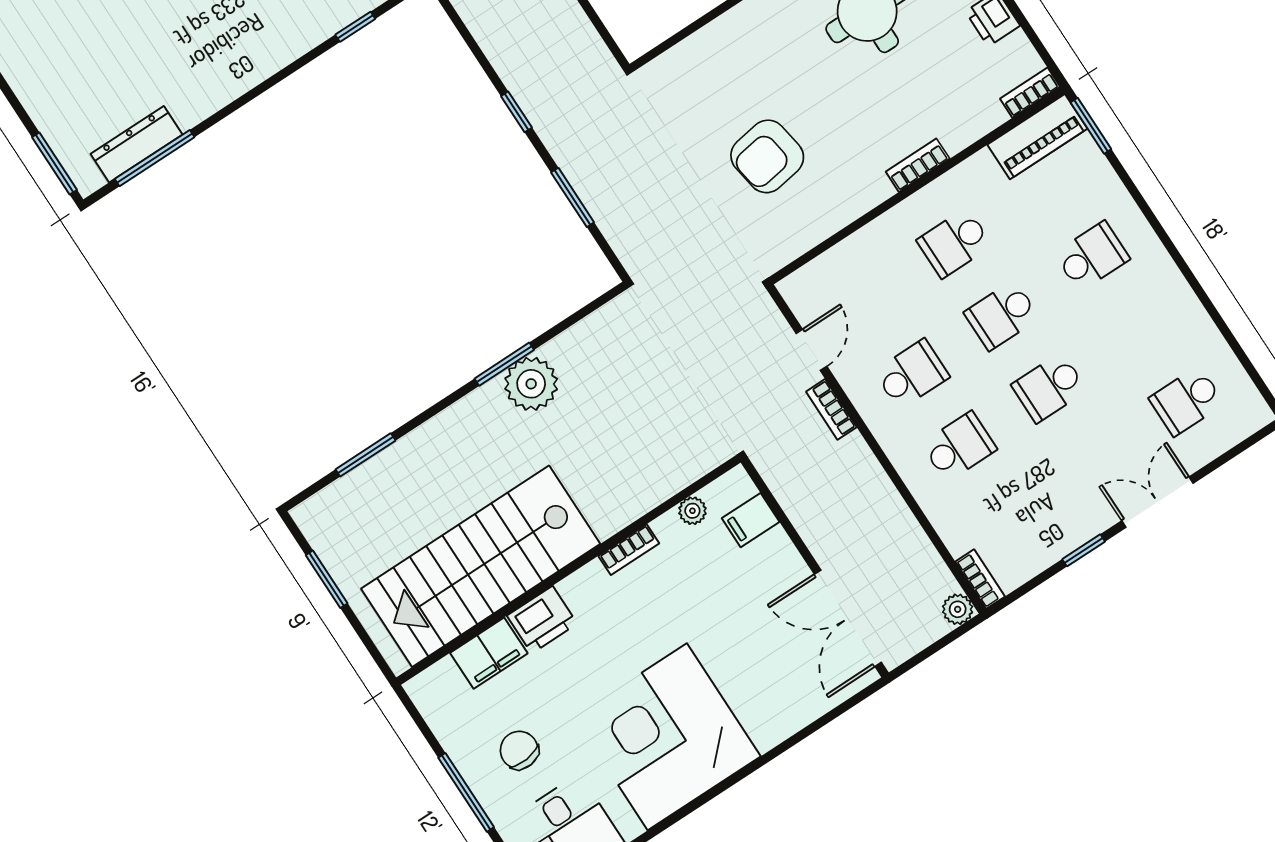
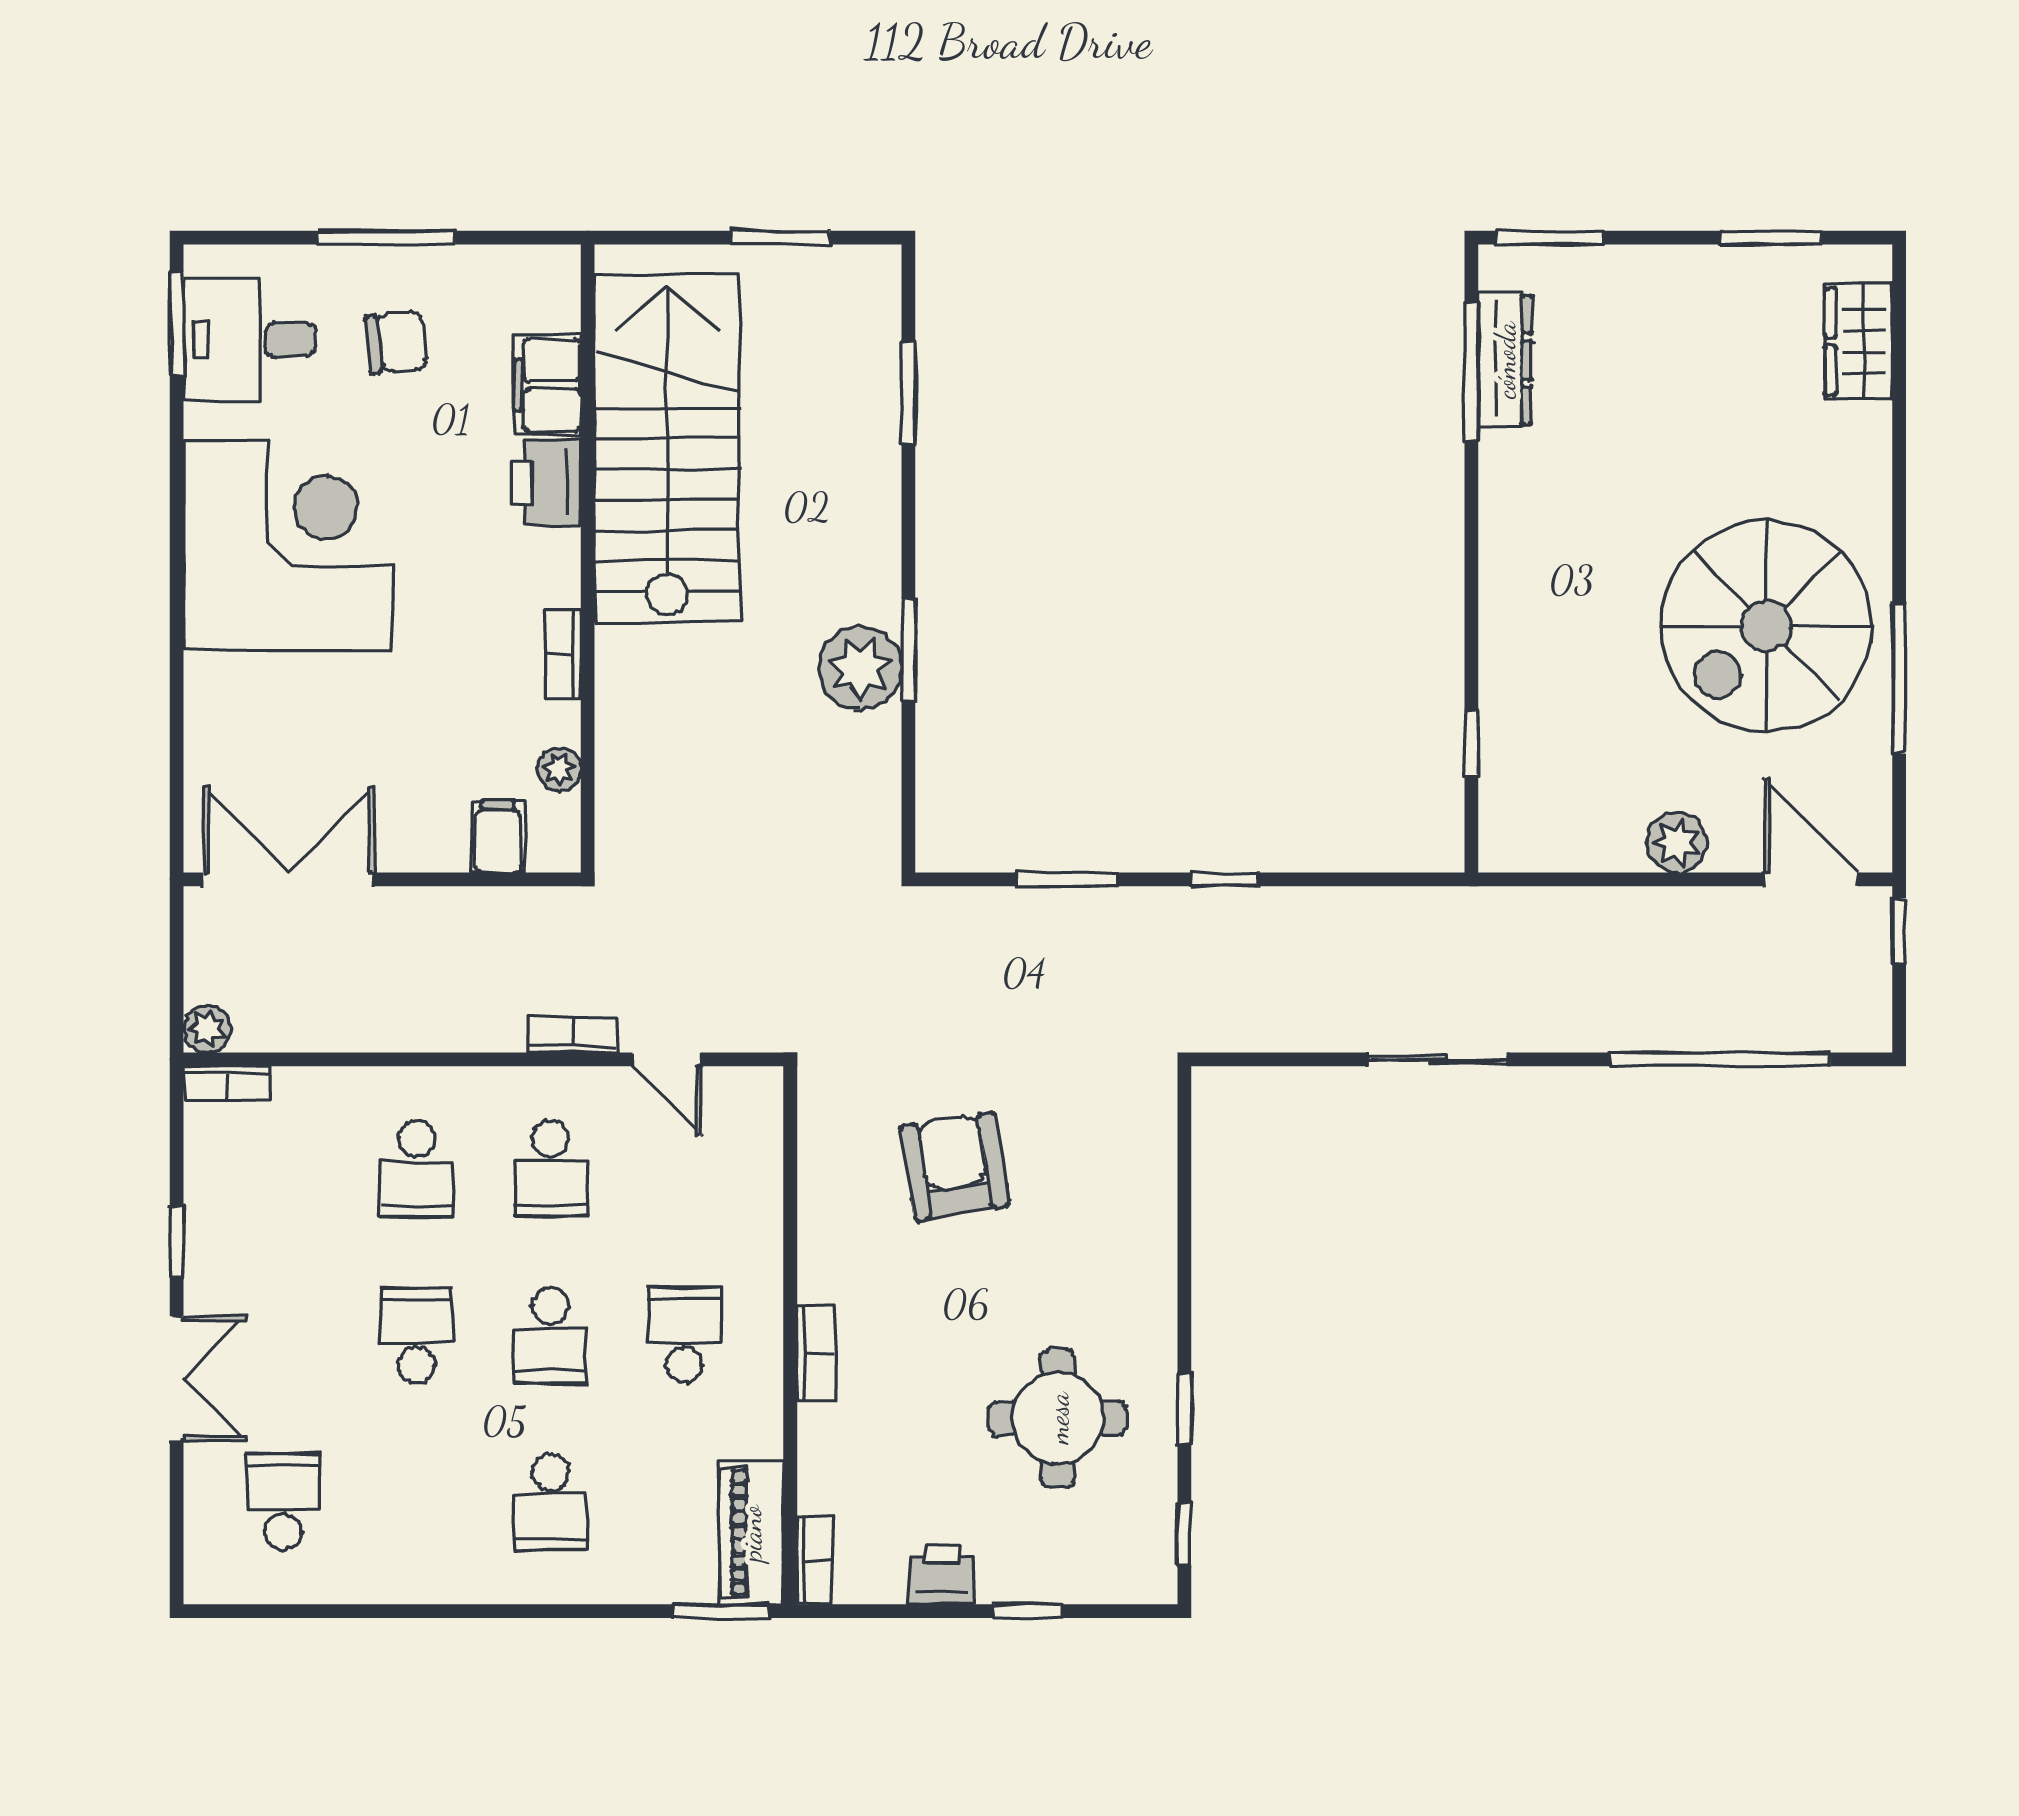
school desk: (1002, 315) -> (550, 1335), turned 180

